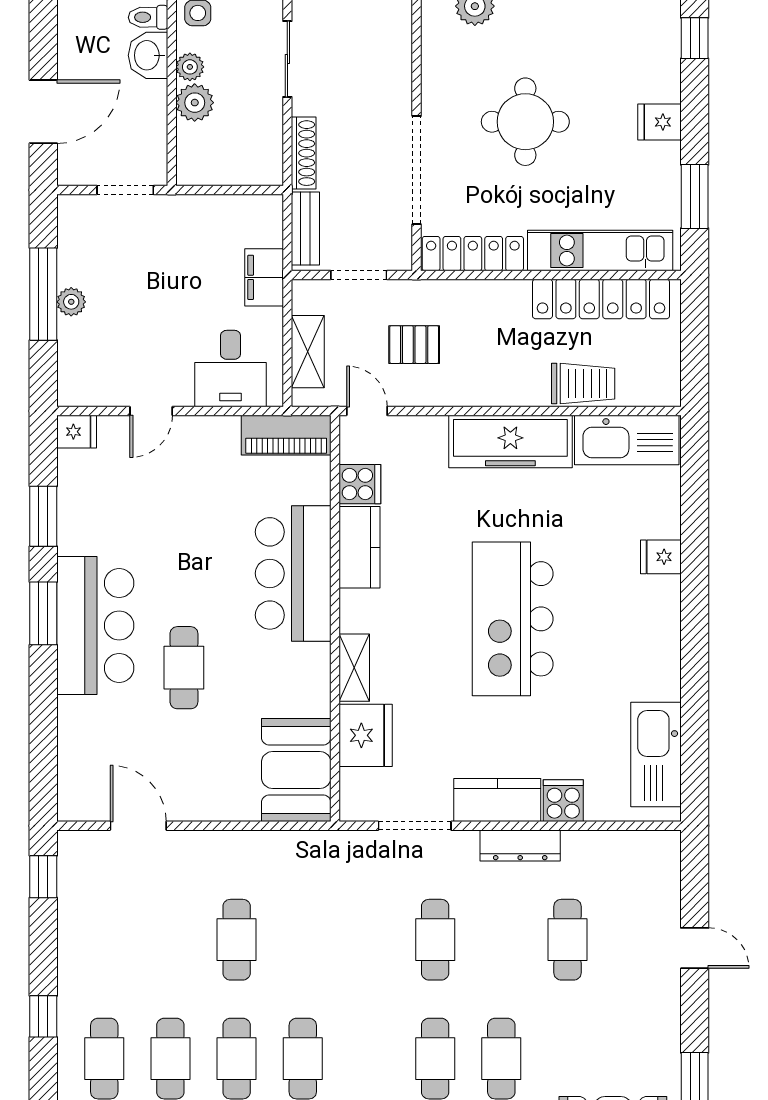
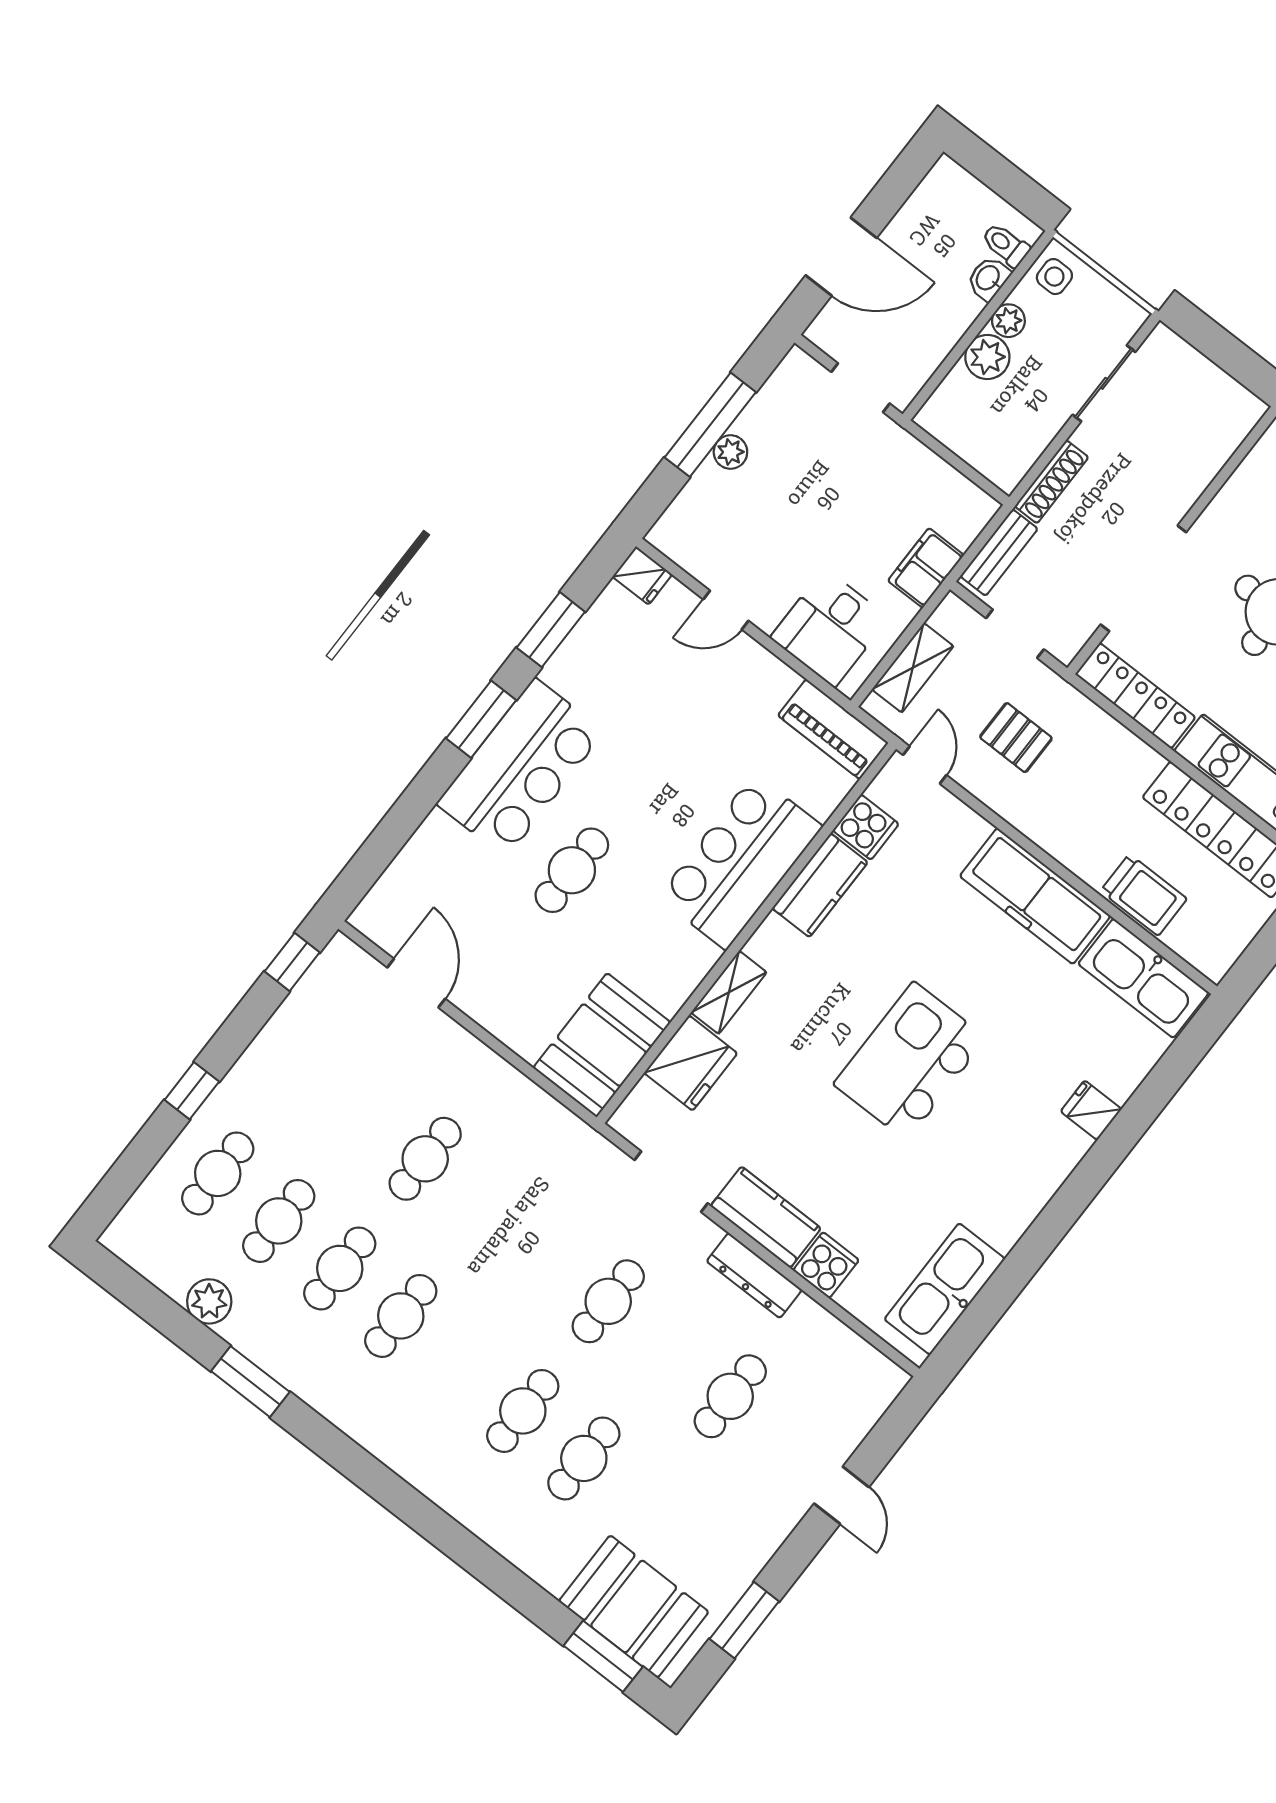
washbasin: (148, 55) -> (988, 278), width x0.72, depth x0.69
kitchen island: (513, 619) -> (910, 1061), width x0.73

